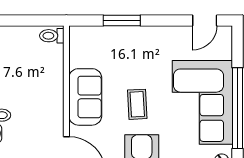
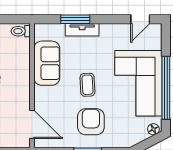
tv unit: (130, 34) -> (82, 30), added
sofa: (85, 97) -> (47, 63), moved

